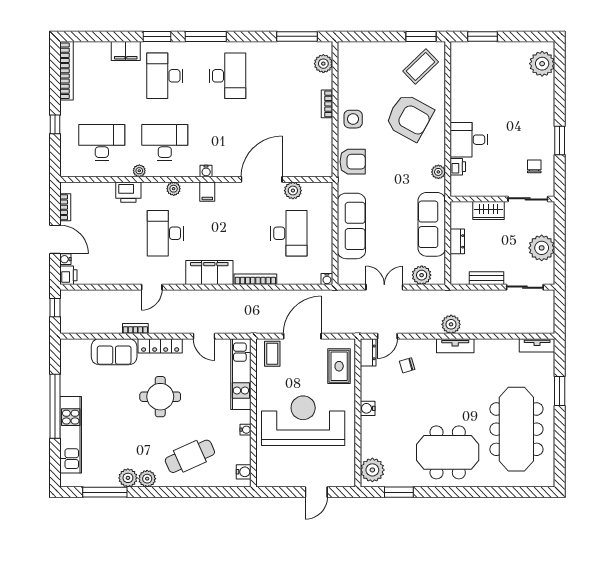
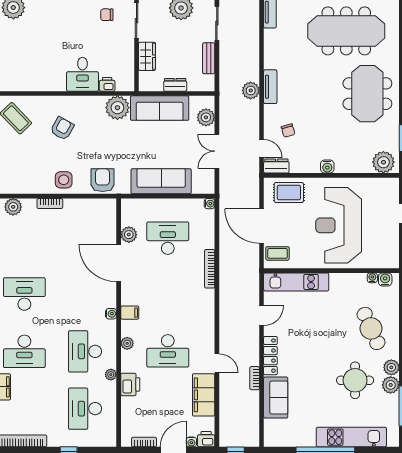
armchair: (409, 117) -> (62, 128), width x0.53, depth x0.53
plant: (438, 172) -> (117, 108), width x1.87, depth x1.87
filing cabinet: (209, 273) -> (204, 395), moved
round table: (160, 397) -> (355, 380), moved
water cooler: (245, 430) -> (372, 278), moved

